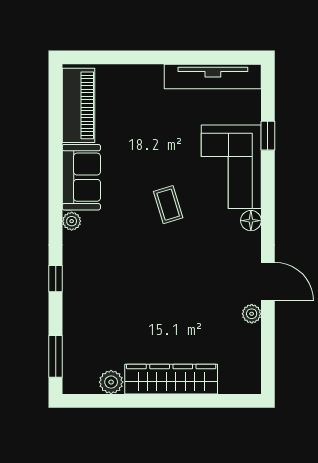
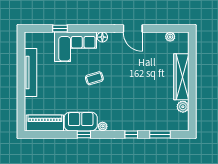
tv unit: (213, 77) -> (31, 73), moved
window: (56, 184) -> (84, 134), added
door: (268, 281) -> (133, 29), swing flipped
plant: (252, 314) -> (170, 37), moved
window: (56, 356) -> (160, 134), moved

